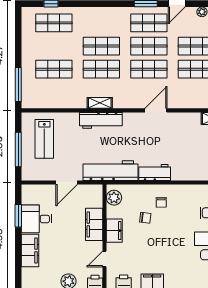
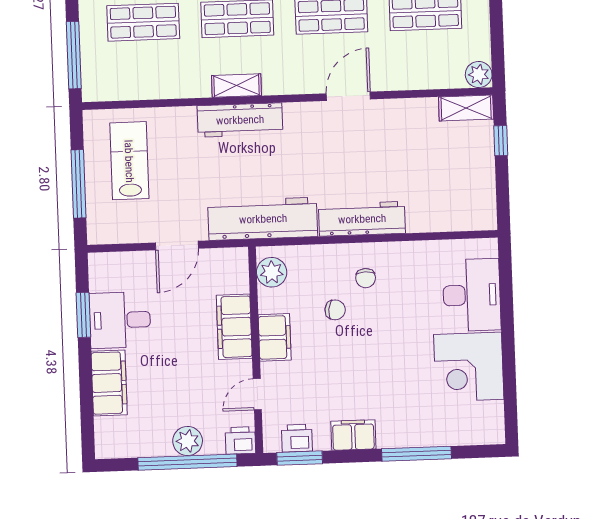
lab bench: (44, 139) -> (129, 161), turned 180
workbench: (155, 172) -> (362, 219), width x1.37

